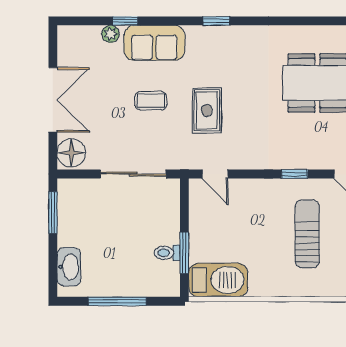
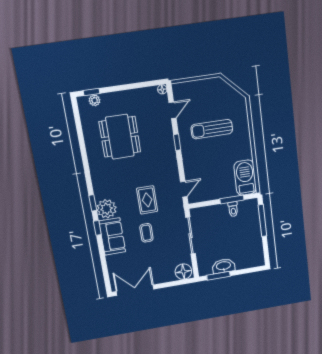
window: (125, 21) -> (97, 228), moved
plant: (110, 34) -> (107, 209), moved, width x1.87, depth x1.87
double door: (53, 100) -> (135, 290), moved
rug: (207, 110) -> (147, 200), turned 90
washbasin: (69, 267) -> (224, 266), moved
window: (117, 301) -> (262, 220), moved

